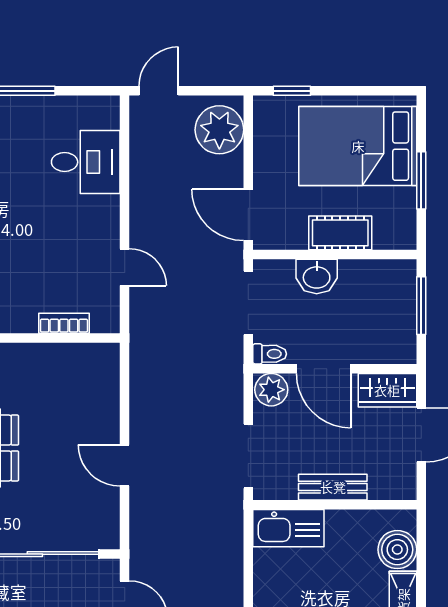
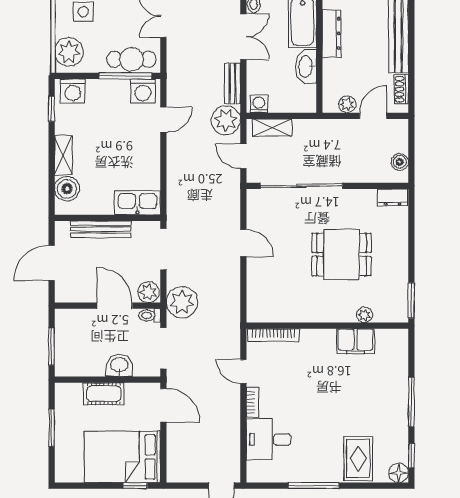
plant: (219, 130) -> (182, 302), moved
bed: (358, 146) -> (122, 457), moved, turned 180
bookcase: (111, 219) -> (252, 402), added
bookcase: (64, 323) -> (273, 335), width x1.56
wardrobe: (387, 390) -> (73, 292), removed
bench: (333, 487) -> (101, 229), width x1.36

